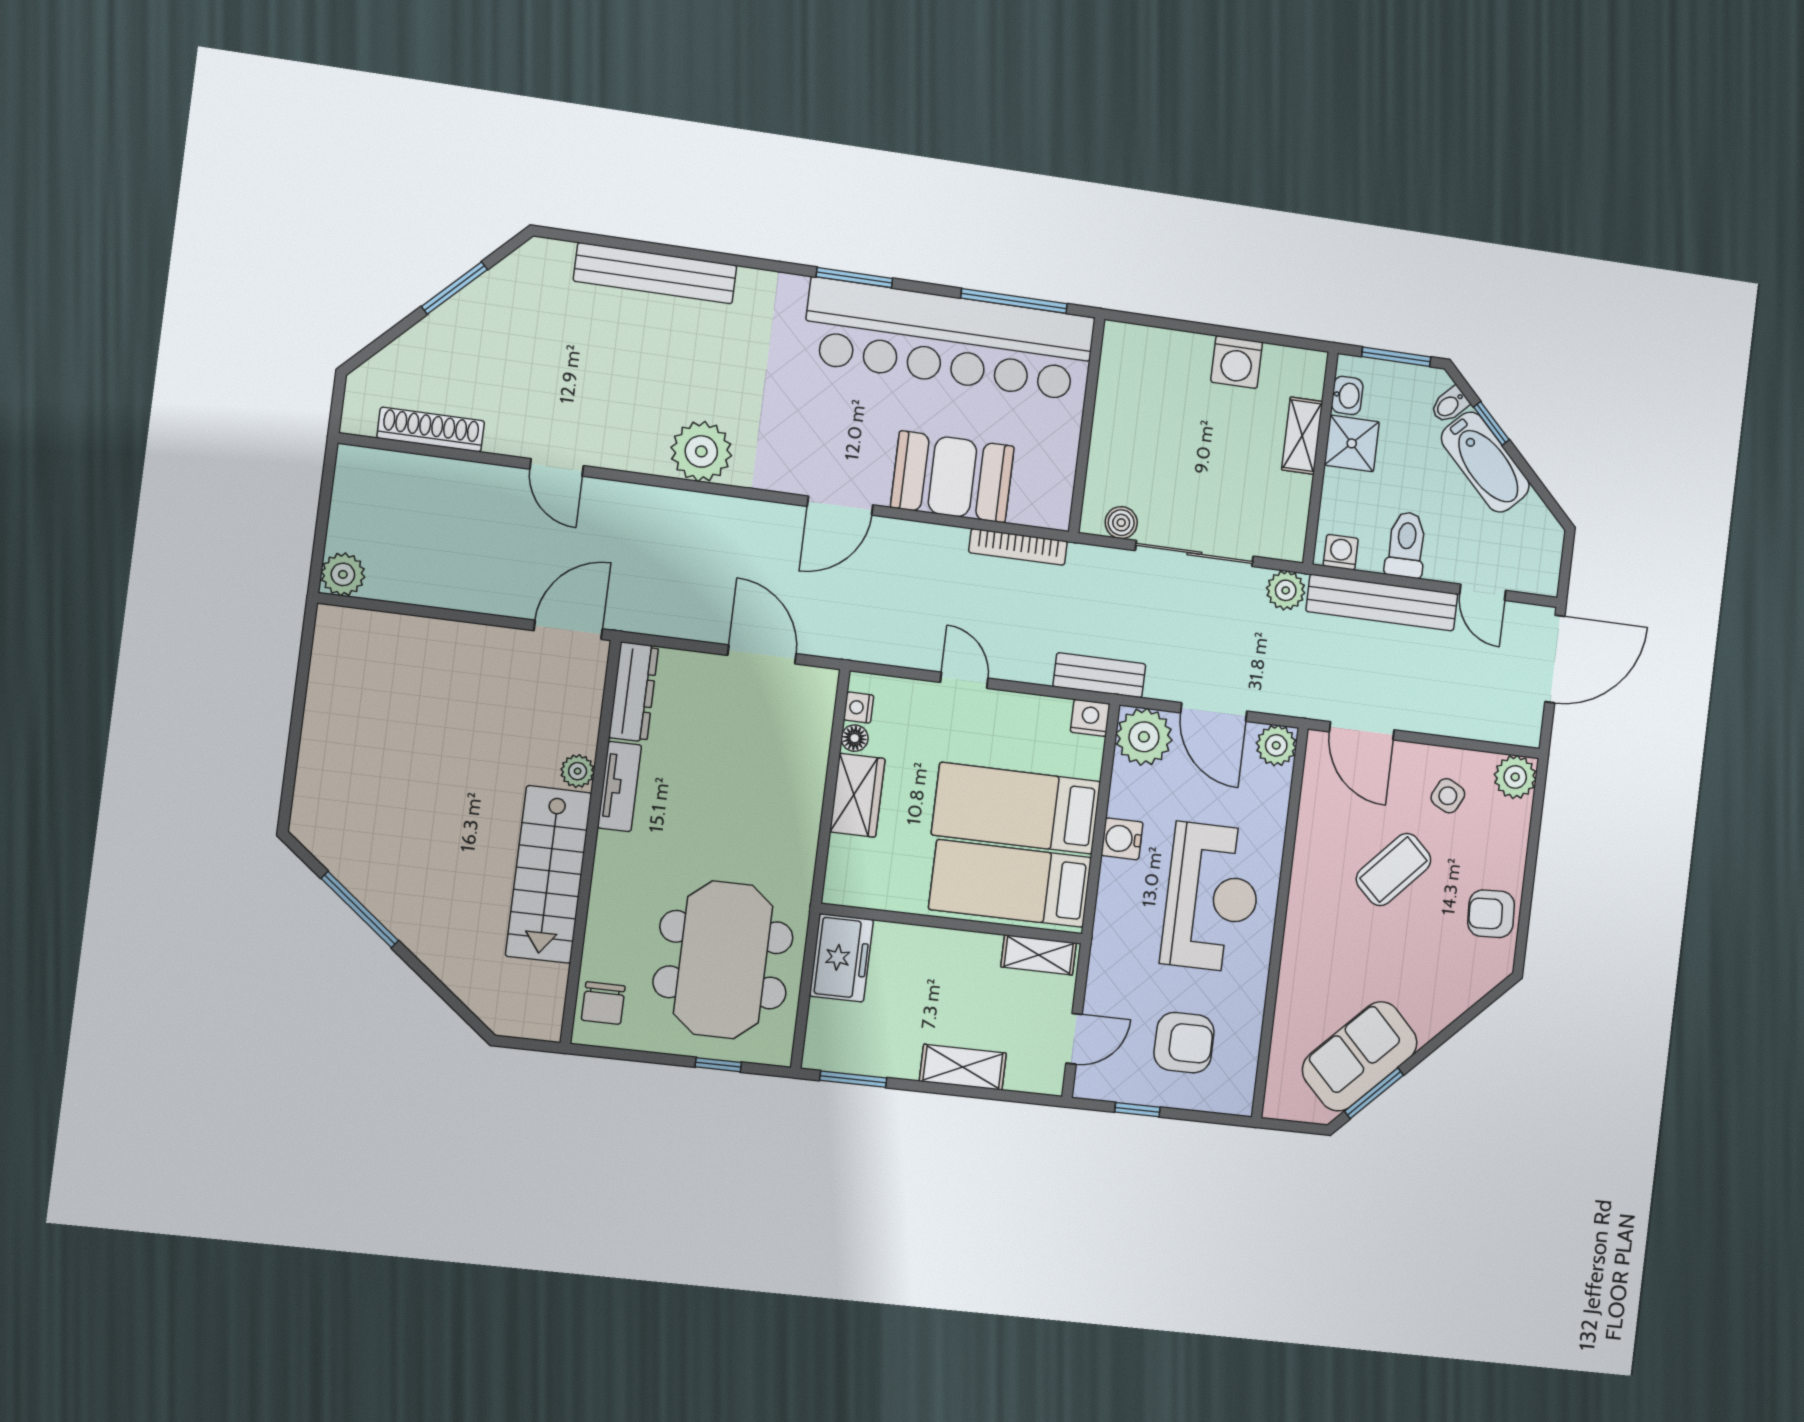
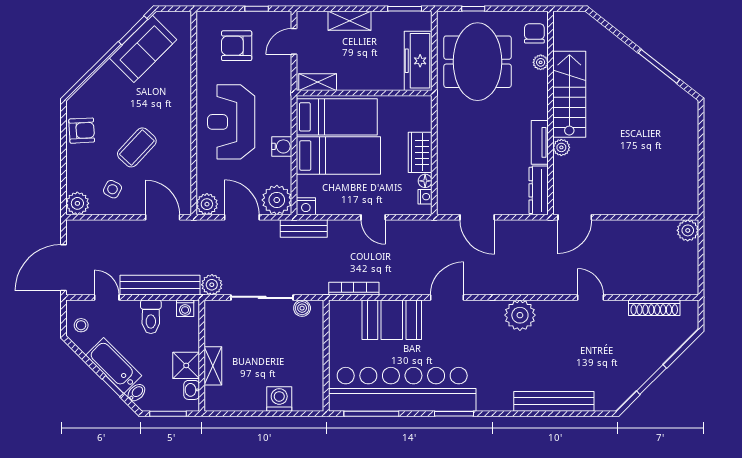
washing machine: (1237, 362) -> (279, 399), moved
stool: (1536, 546) -> (81, 325), added
plant: (598, 944) -> (541, 62), added
freezer: (841, 958) -> (418, 61), width x1.40

